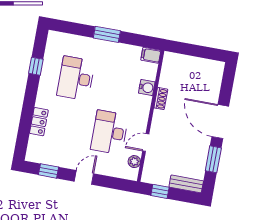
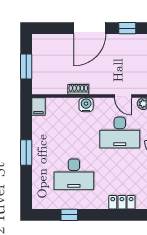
window: (193, 50) -> (26, 67), added
water cooler: (147, 88) -> (86, 105), moved
window: (213, 159) -> (127, 28), width x0.67

